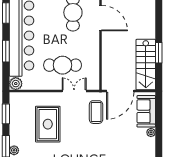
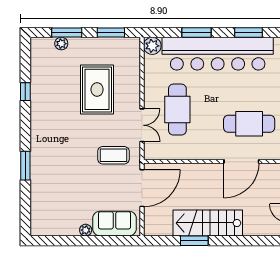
stairs: (146, 65) -> (208, 223), moved
door: (120, 91) -> (142, 188), swing flipped
rug: (48, 124) -> (97, 89), turned 90

